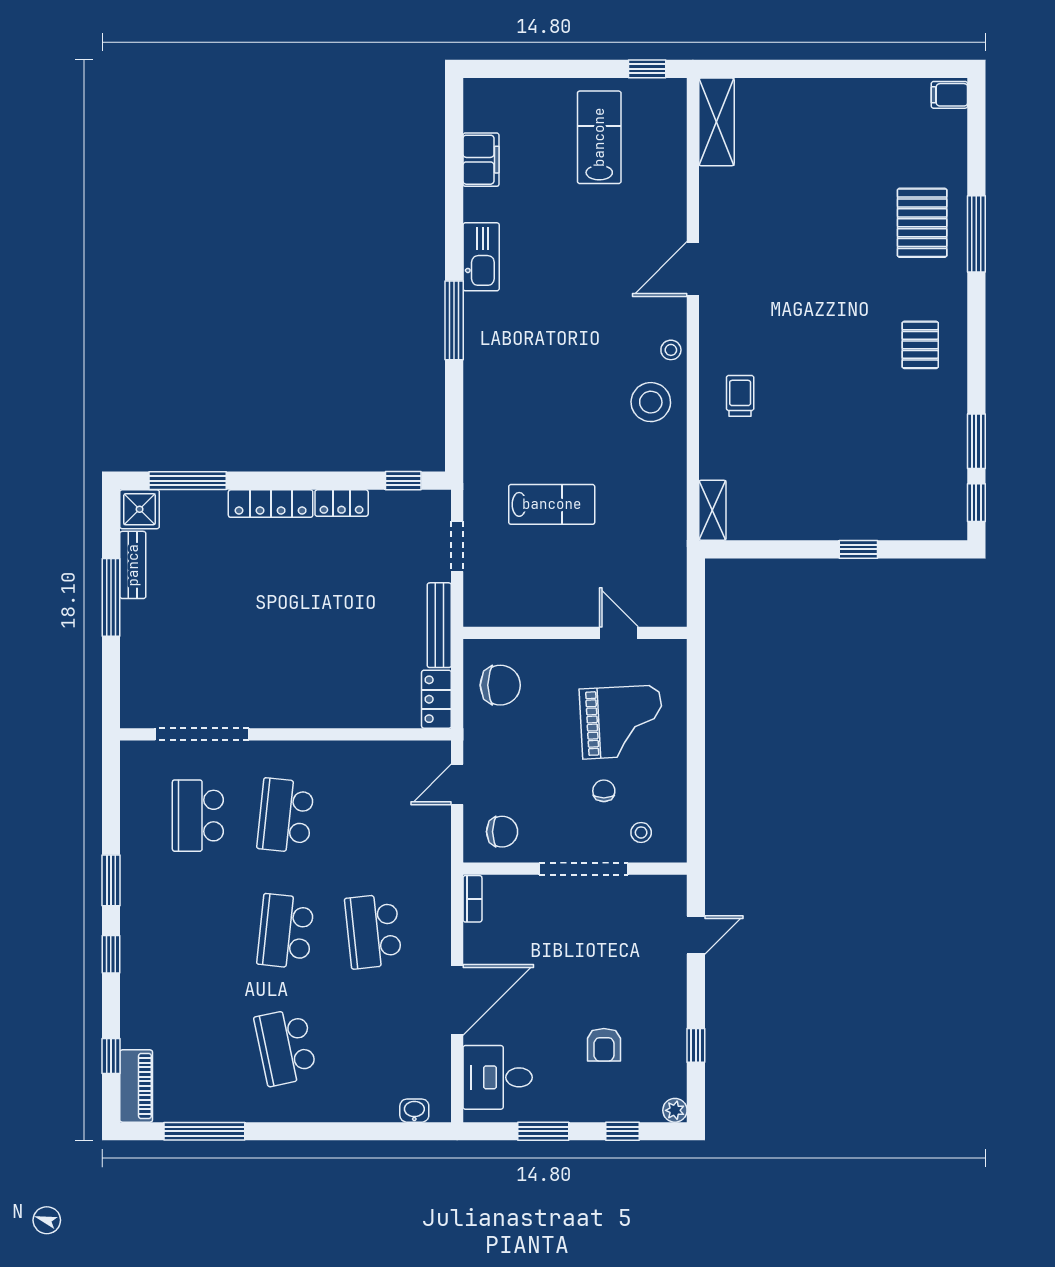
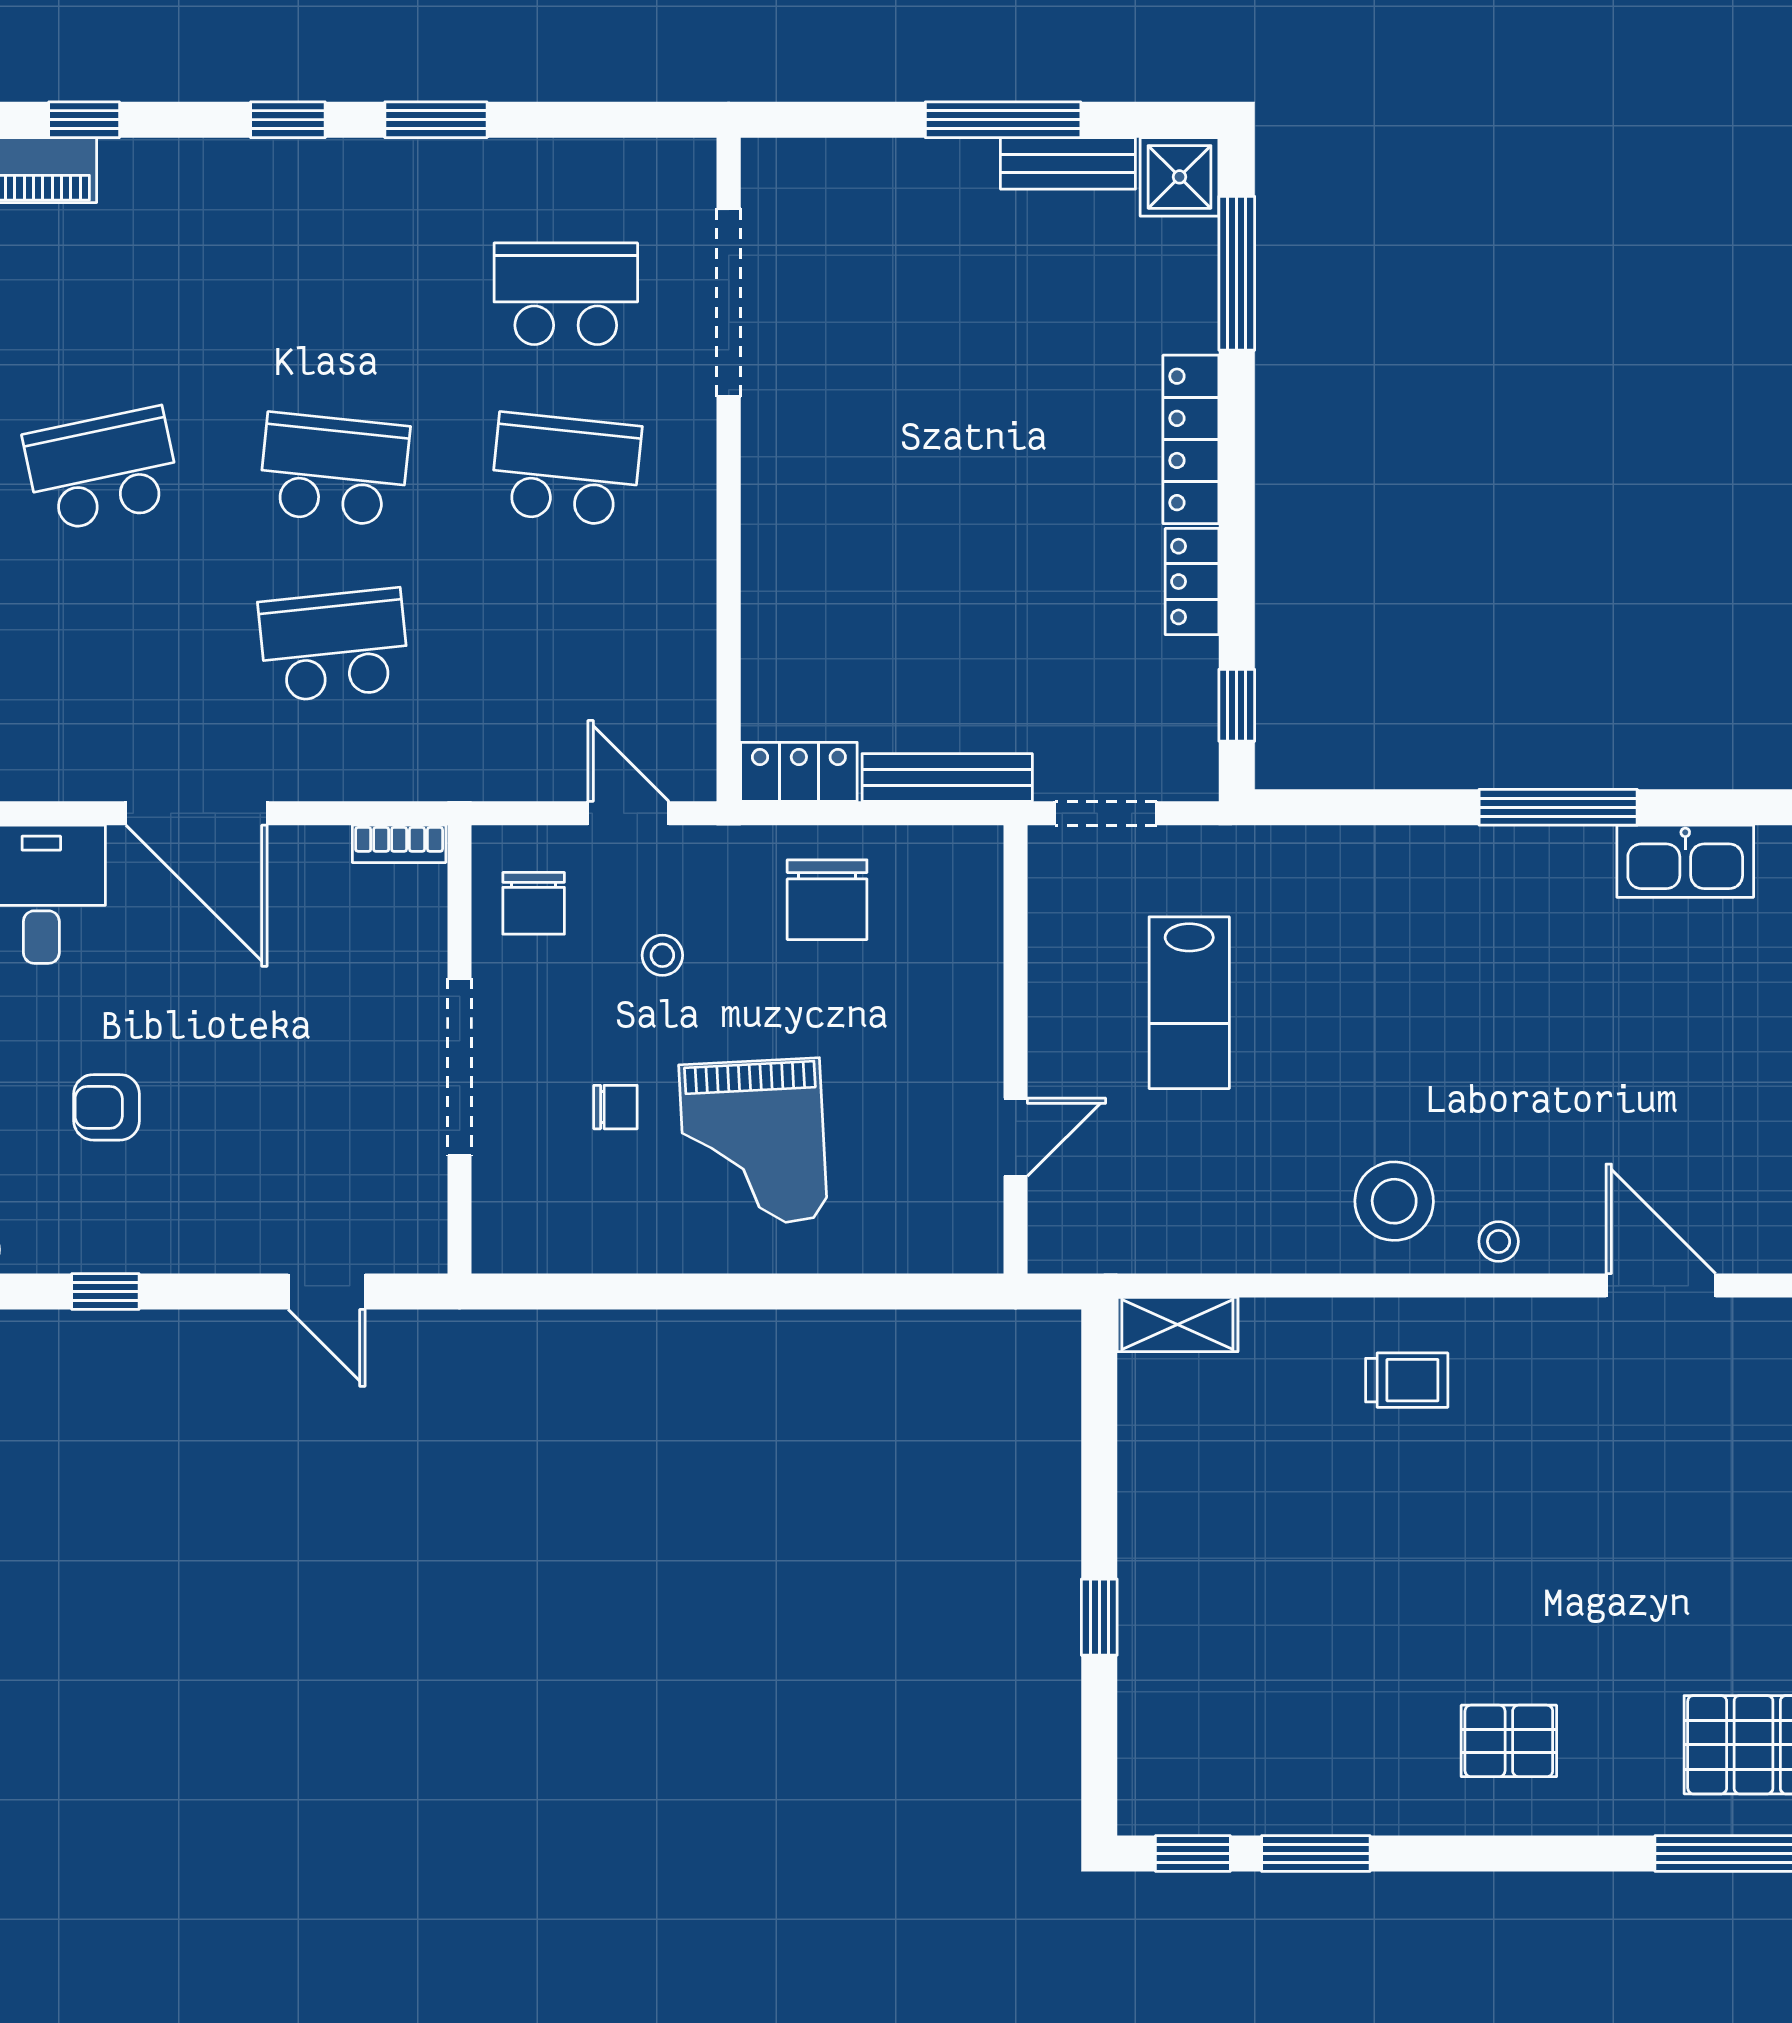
wall: (575, 633) -> (1016, 1049), moved
door: (619, 633) -> (1016, 1137), moved
stool: (641, 832) -> (662, 955), moved

